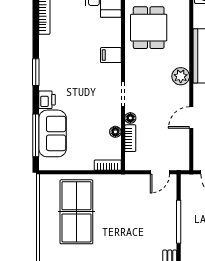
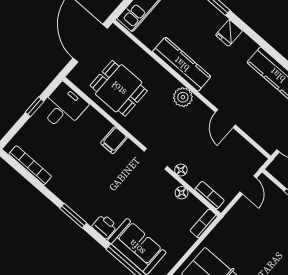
bookcase: (130, 138) -> (209, 195), moved

